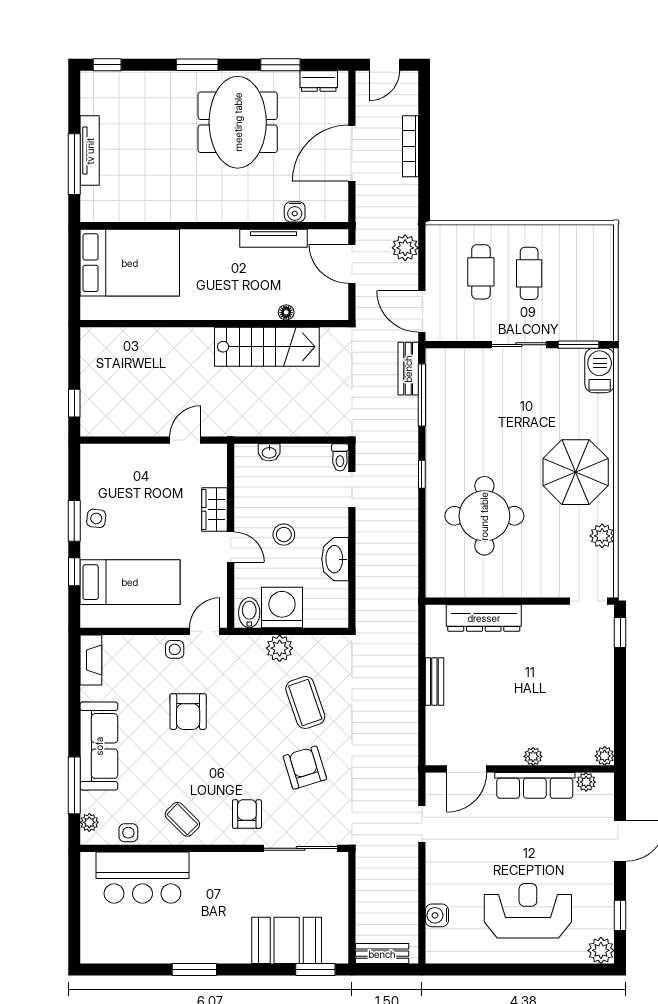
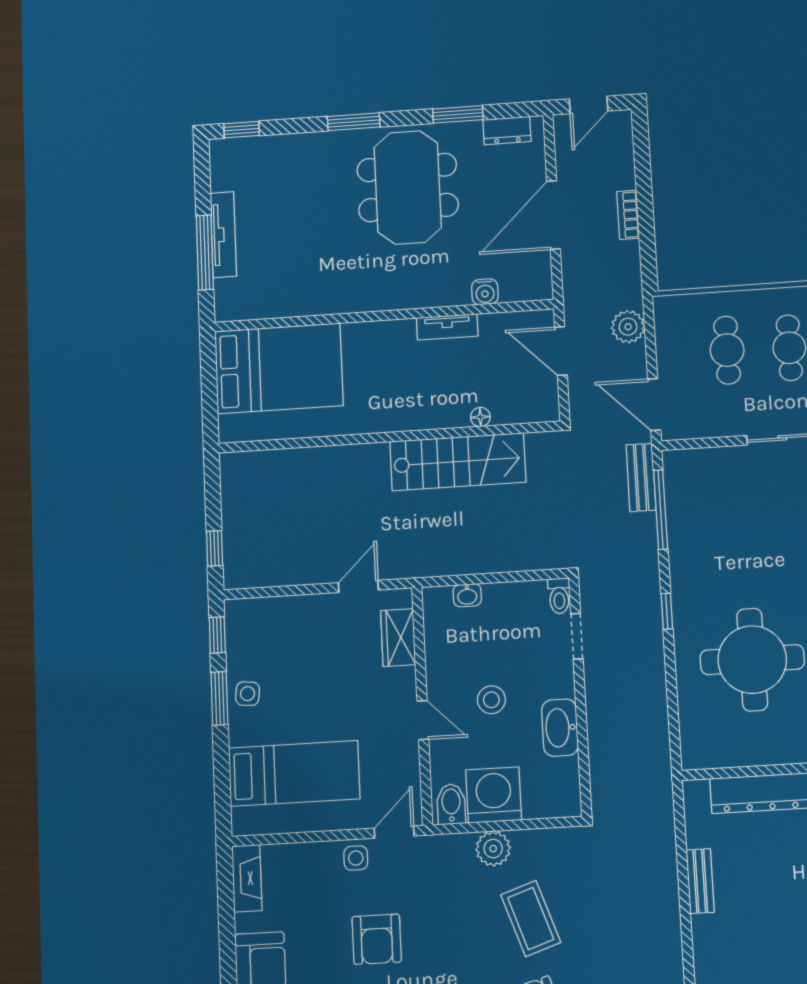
bookcase: (410, 146) -> (628, 215), width x0.64
tv unit: (273, 238) -> (447, 327), width x0.71
wardrobe: (214, 509) -> (398, 638), moved
window: (74, 572) -> (217, 635), moved

